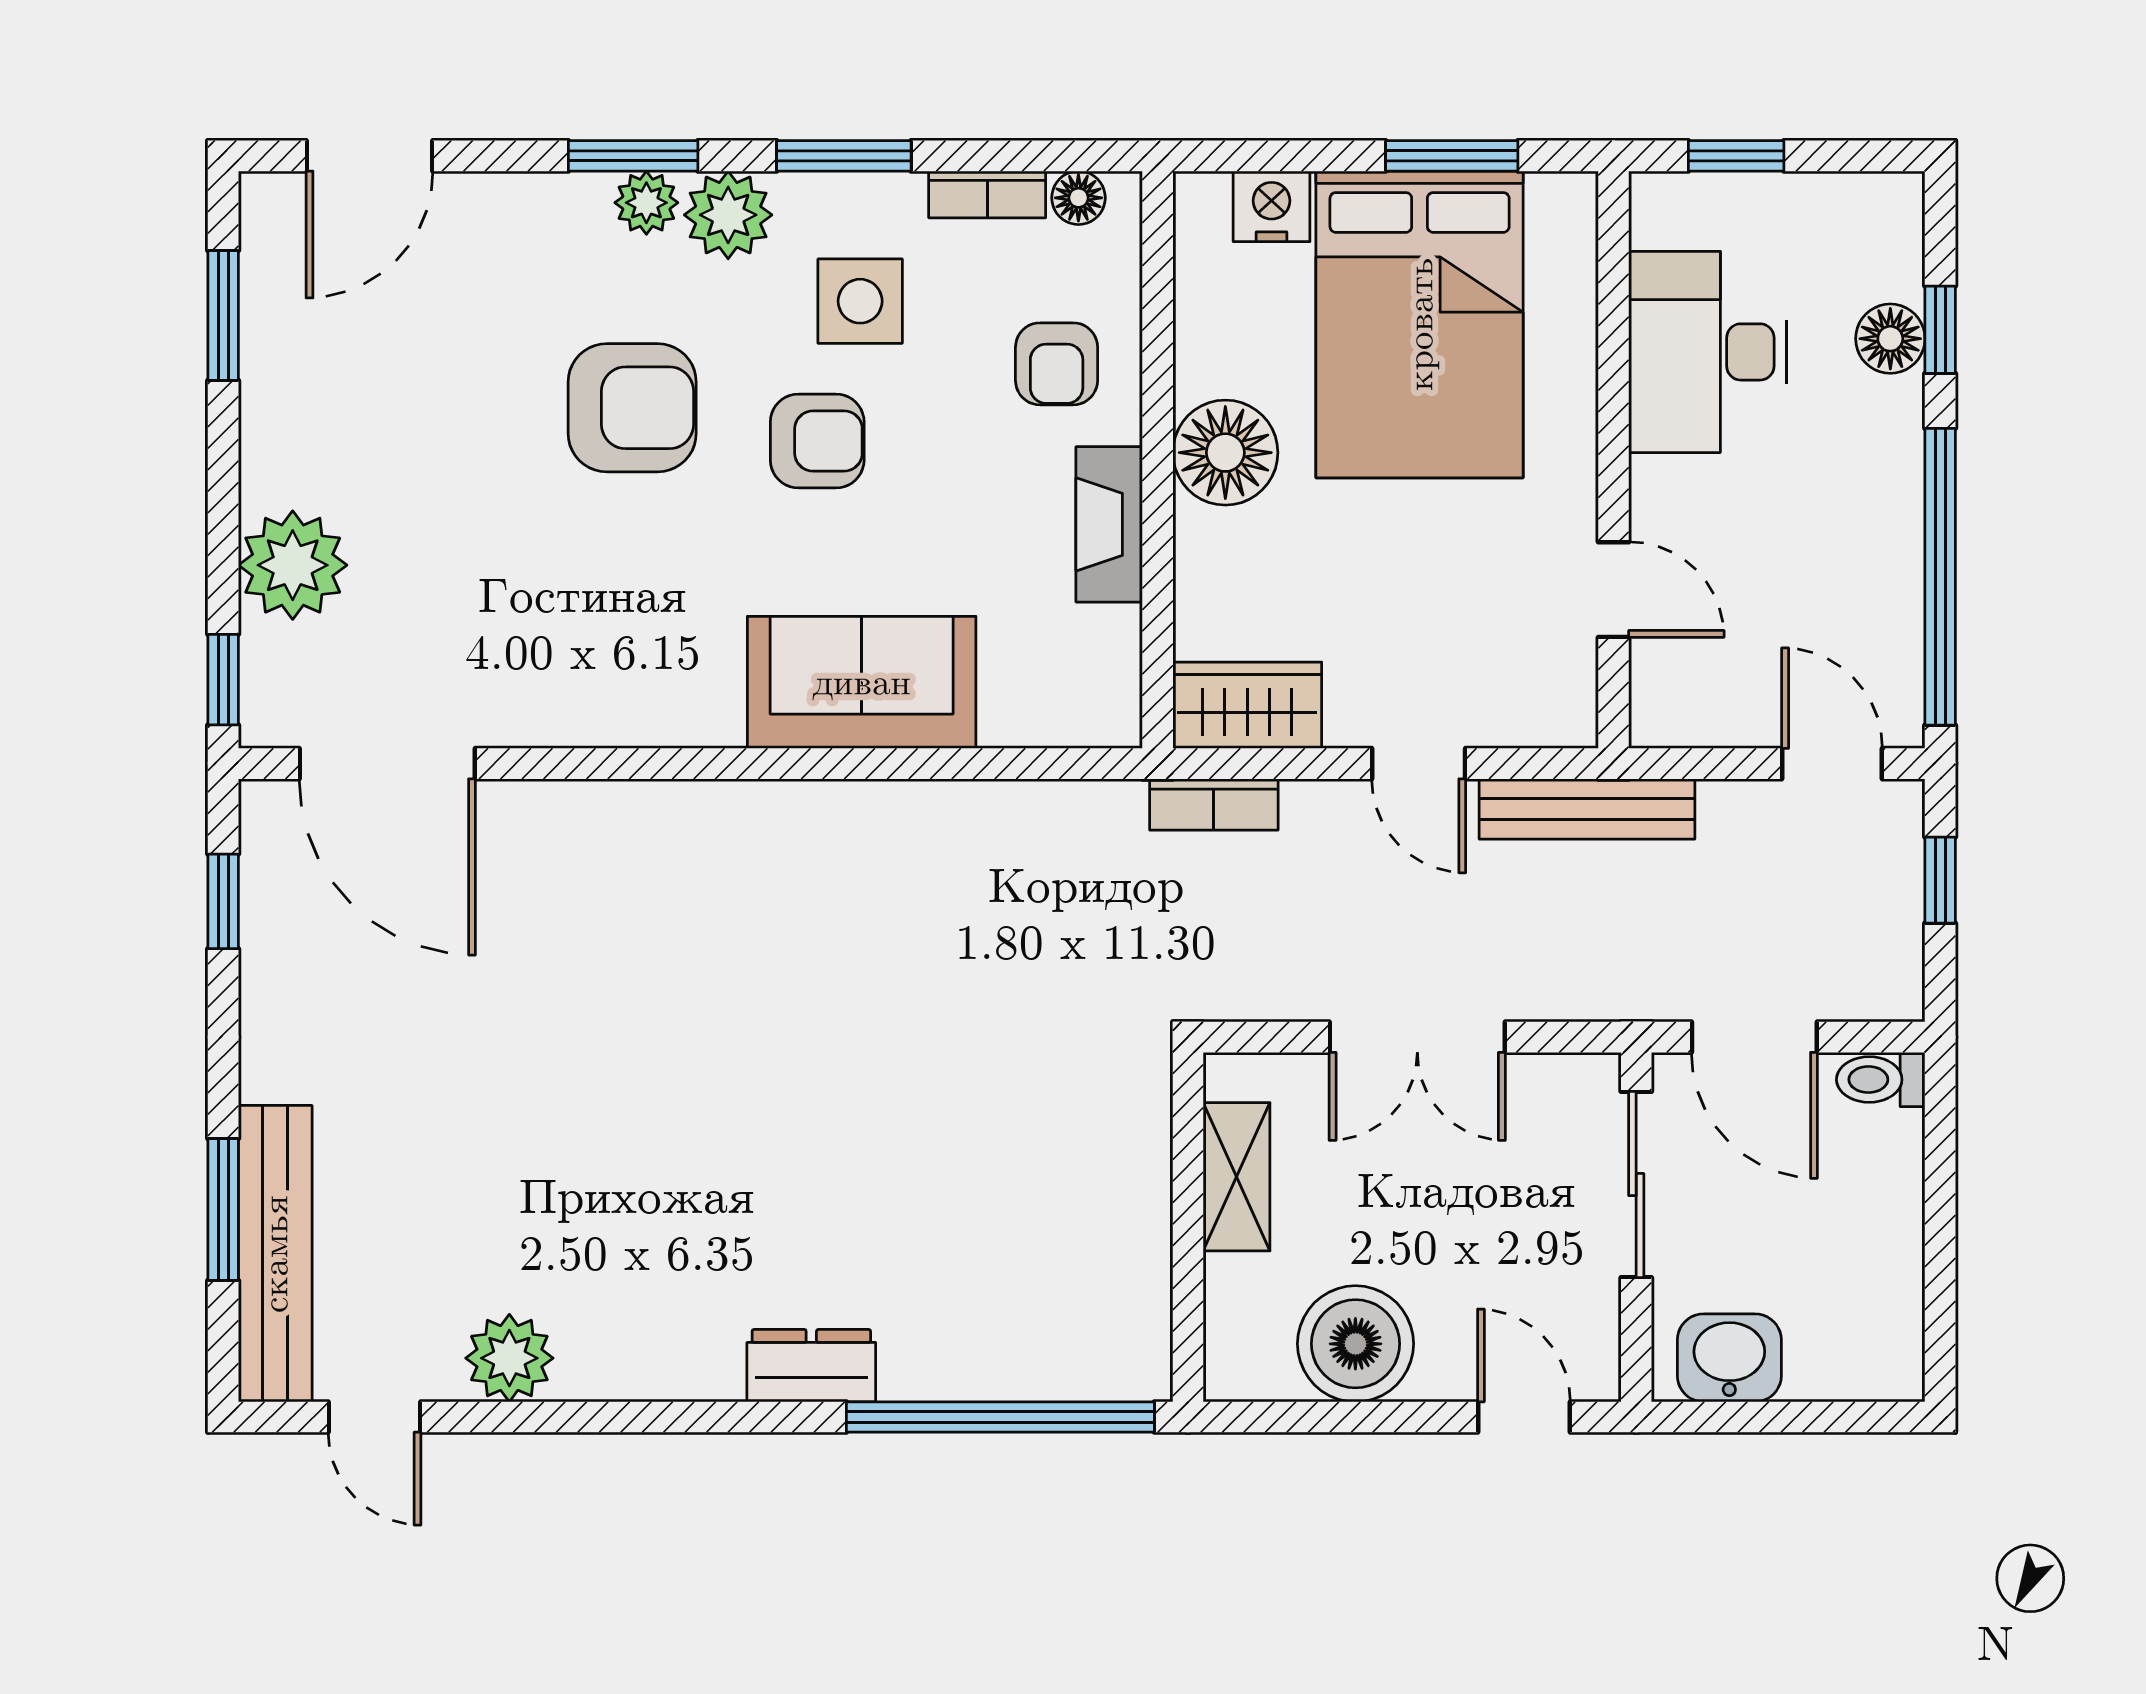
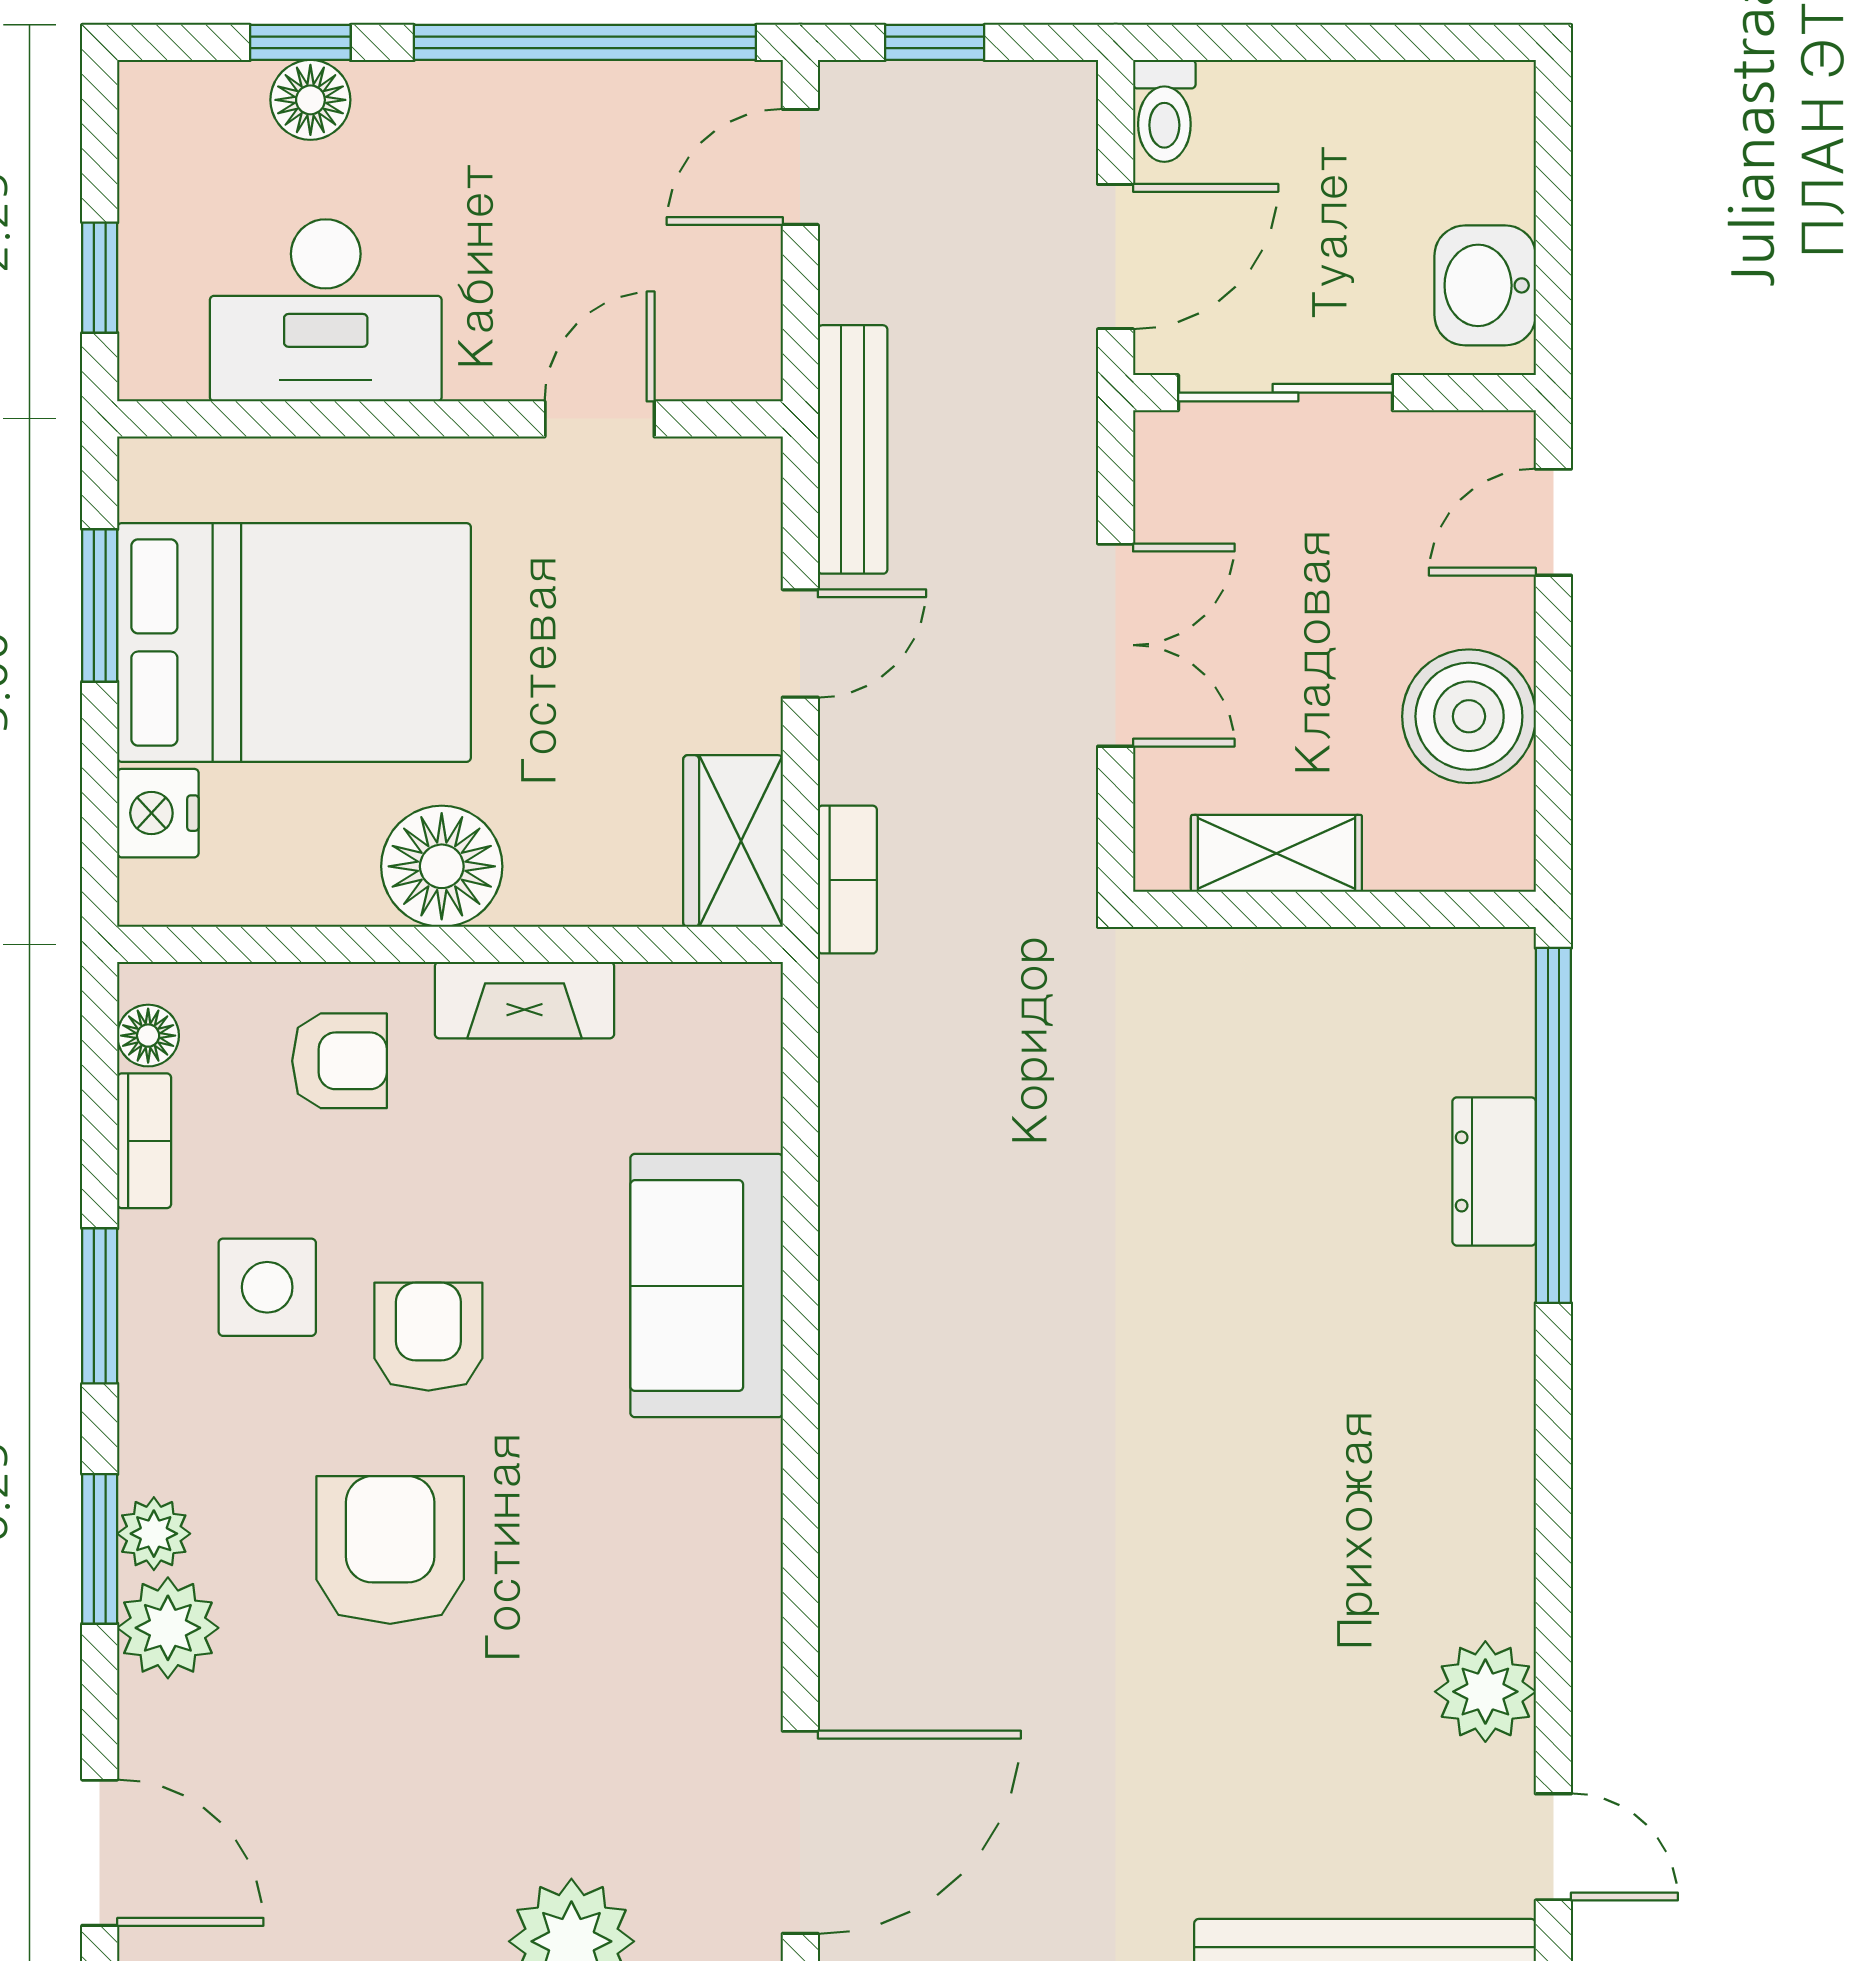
plant: (728, 215) -> (168, 1628), moved
dresser: (811, 1366) -> (1494, 1171), moved
door: (375, 1417) -> (1553, 1847), hinge flipped

